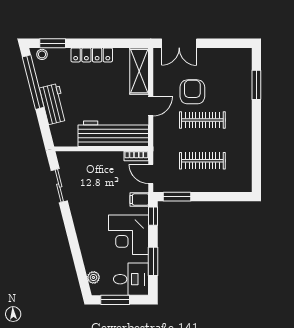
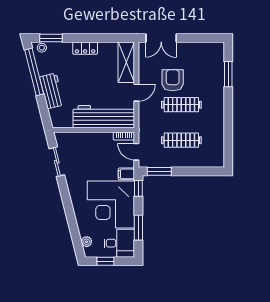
locker: (92, 55) -> (85, 48), width x0.66
corner desk: (129, 235) -> (111, 204), width x1.36, depth x1.36
window: (115, 300) -> (105, 261), width x0.67

